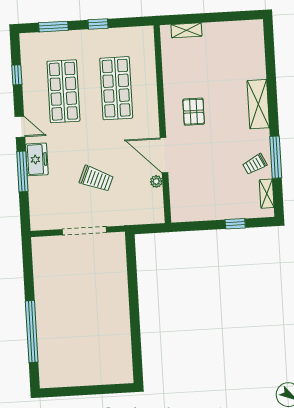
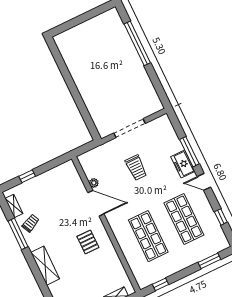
window: (98, 24) -> (161, 284), moved
trolley: (96, 179) -> (136, 168), turned -113

